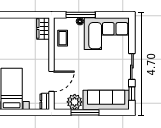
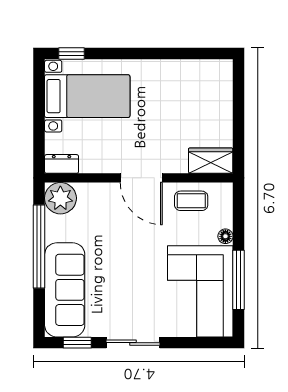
window: (81, 15) -> (238, 280), moved
door: (51, 81) -> (141, 178), moved
plant: (75, 102) -> (60, 198), moved
window: (85, 112) -> (39, 246), width x1.46

